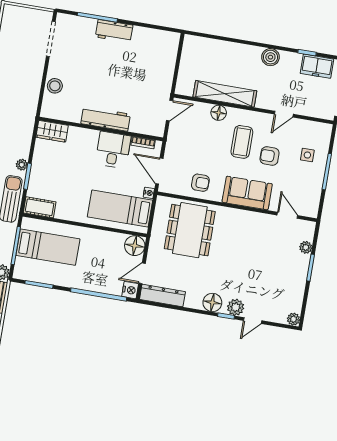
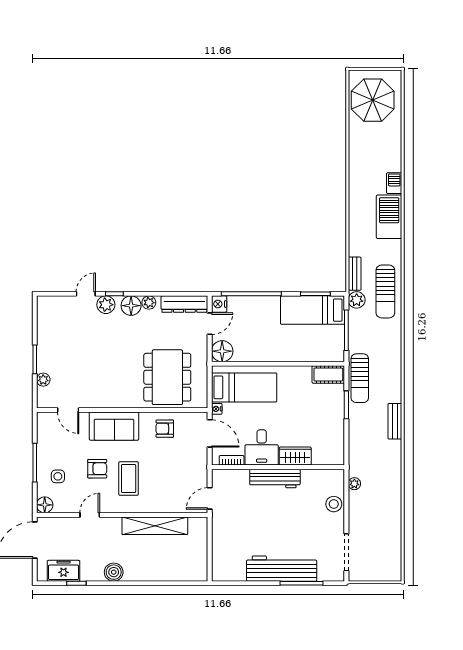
workbench: (114, 31) -> (282, 569), width x1.88, depth x1.32
floor lamp: (219, 113) -> (45, 505), moved
wardrobe: (52, 131) -> (295, 456), moved
plant: (22, 165) -> (354, 484), moved
bed: (48, 247) -> (313, 310), moved
plant: (293, 319) -> (149, 303), moved

